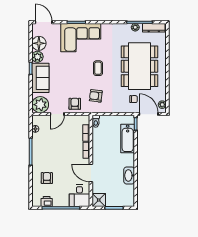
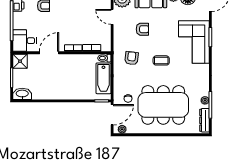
armchair: (75, 104) -> (142, 29), moved
bathtub: (128, 138) -> (103, 78), moved, turned -90
washbasin: (129, 175) -> (22, 94), moved

